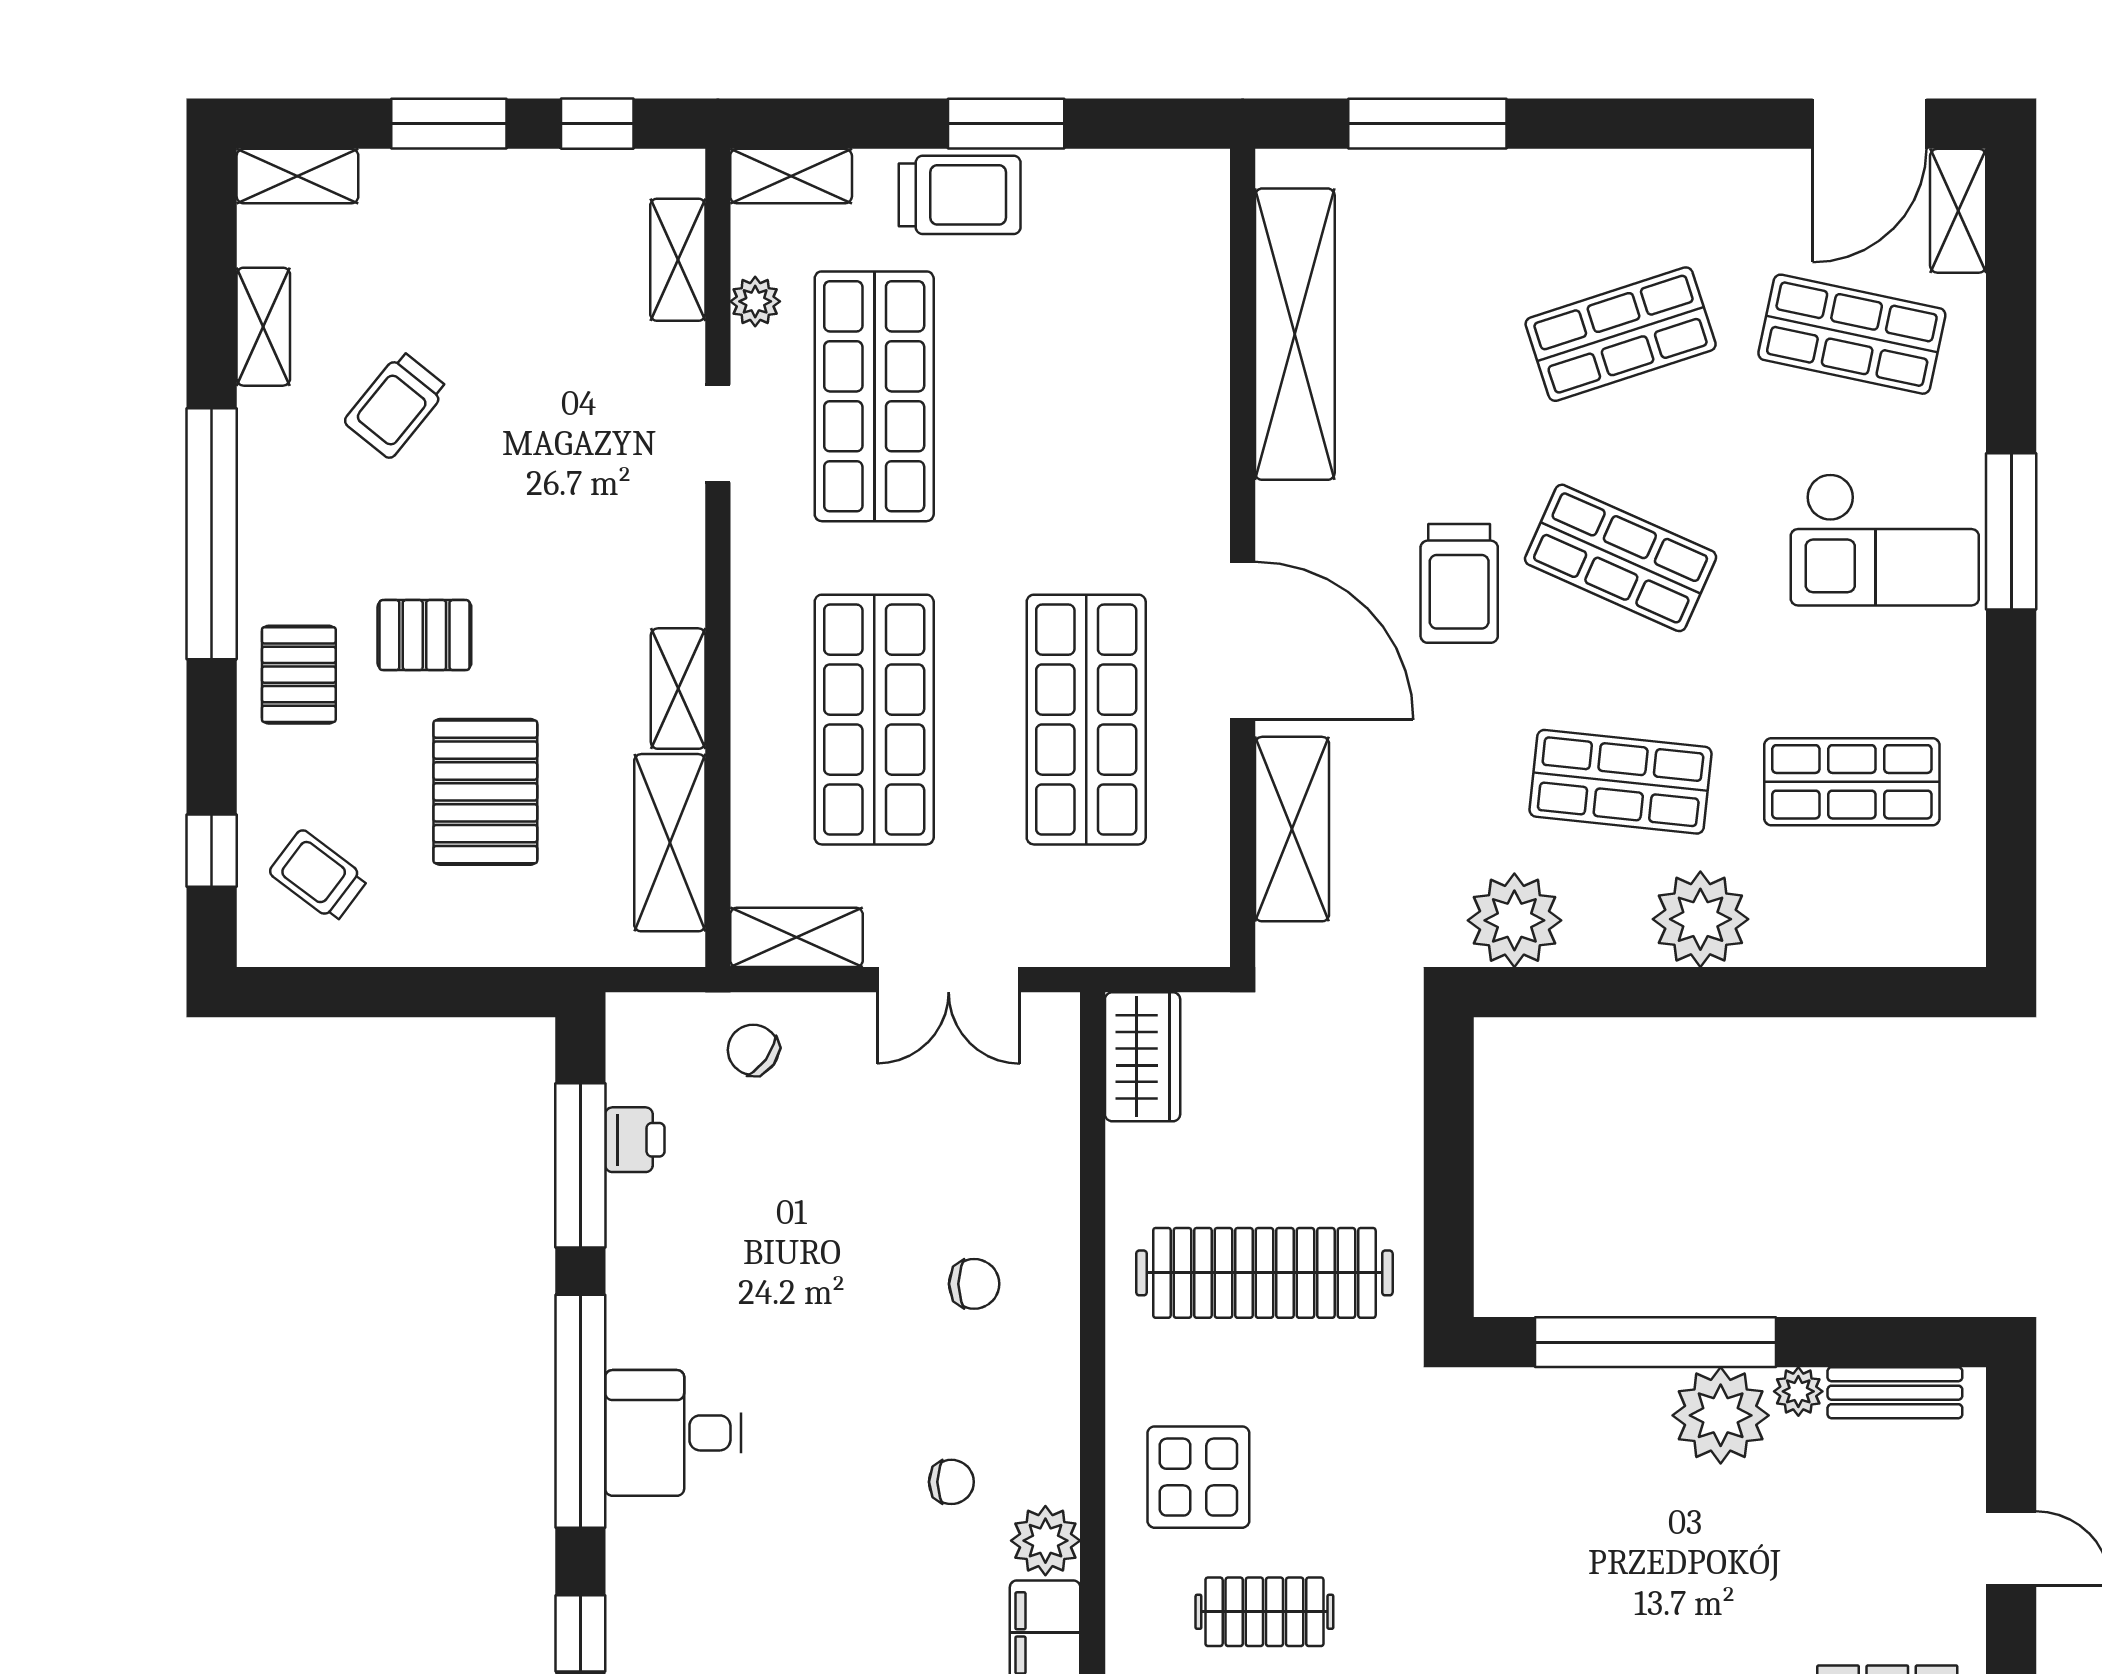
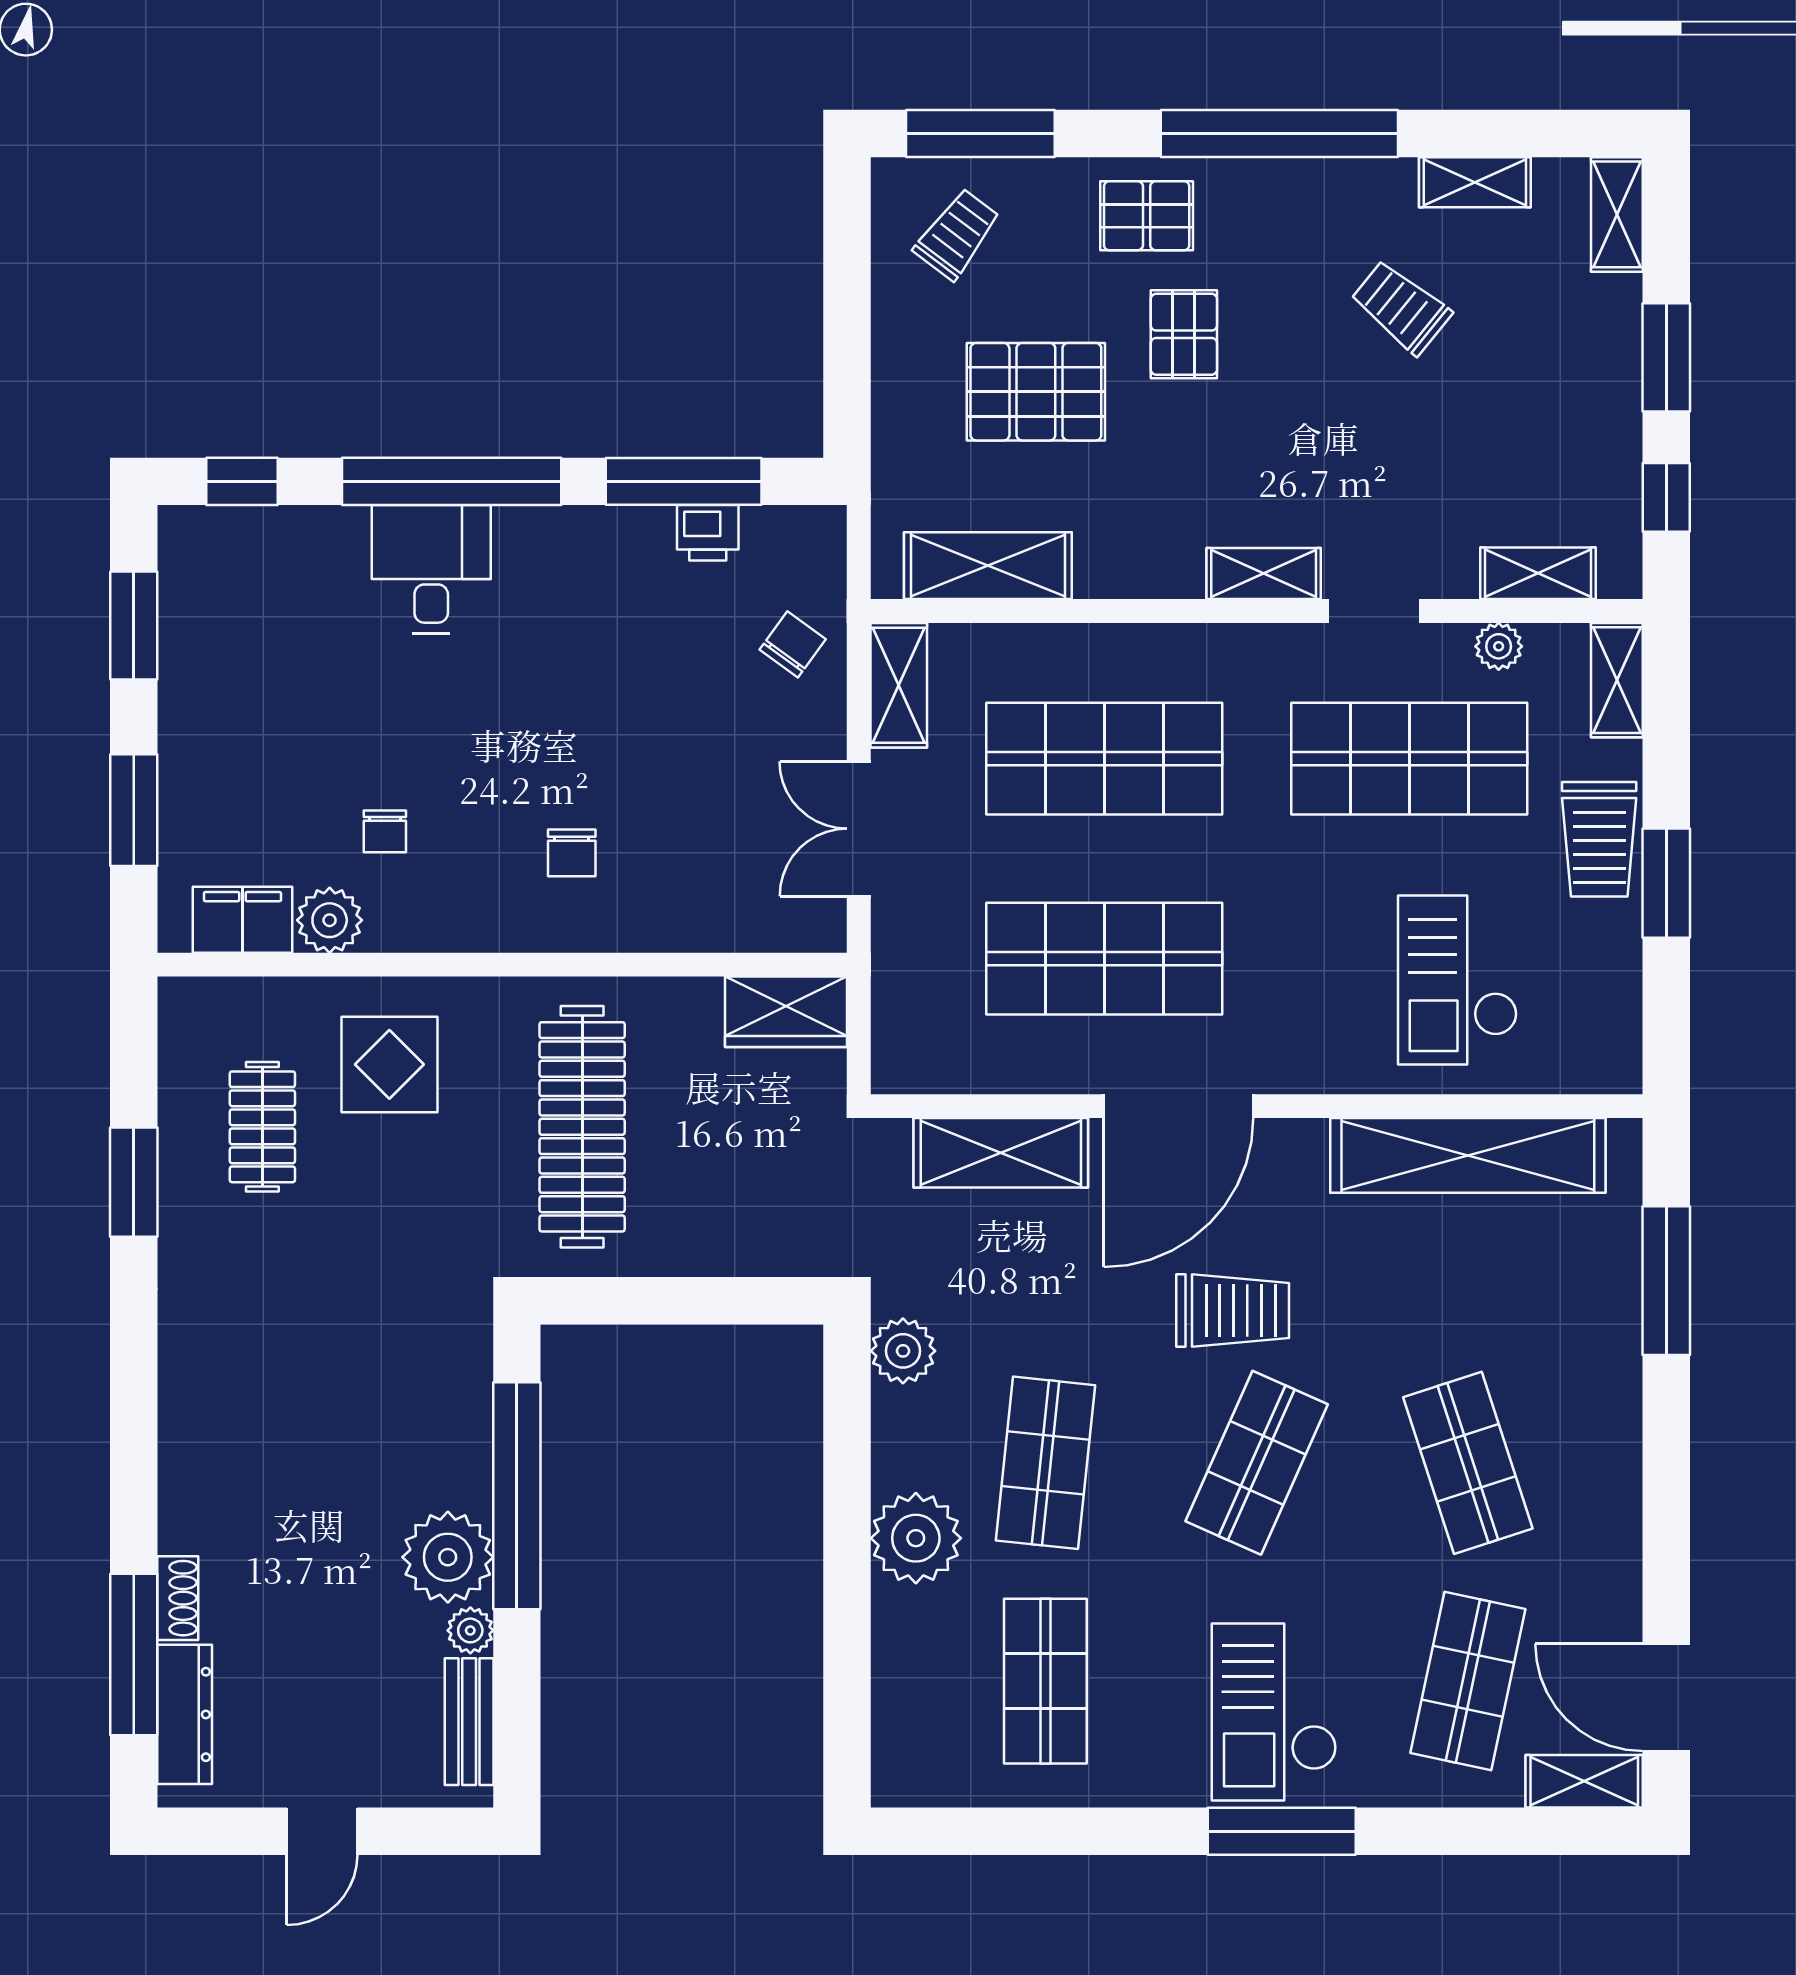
checkout: (1109, 345) -> (1457, 980), added
trolley: (1459, 583) -> (1233, 1311), turned 180
shelving: (678, 689) -> (1264, 574), moved
window: (212, 851) -> (980, 134), width x2.17
plant: (1514, 920) -> (903, 1351), width x0.73, depth x0.73

